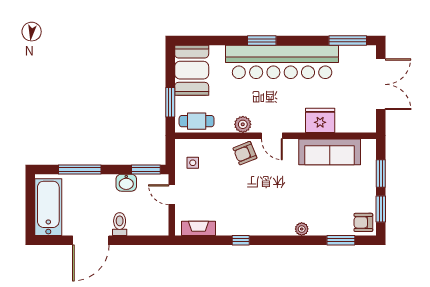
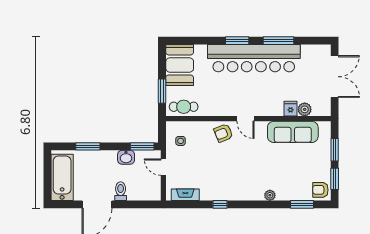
window: (348, 40) -> (279, 41), moved
fridge: (320, 120) -> (291, 109), width x0.53, depth x0.75
plant: (243, 124) -> (305, 109), moved
window: (80, 169) -> (88, 146), width x0.69

